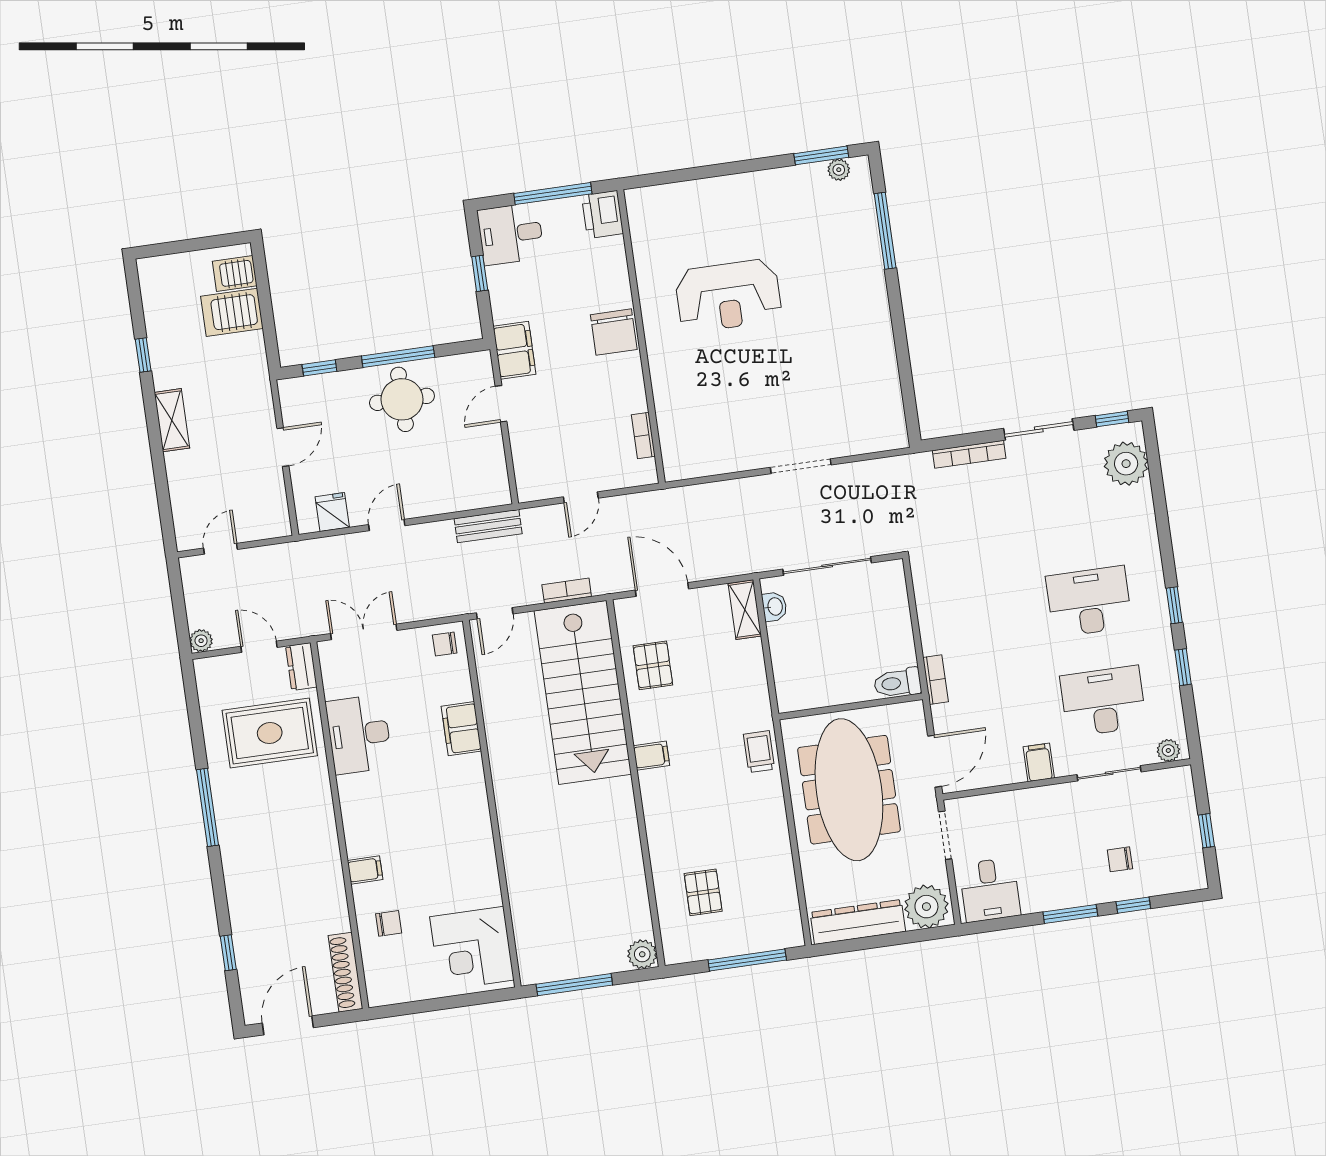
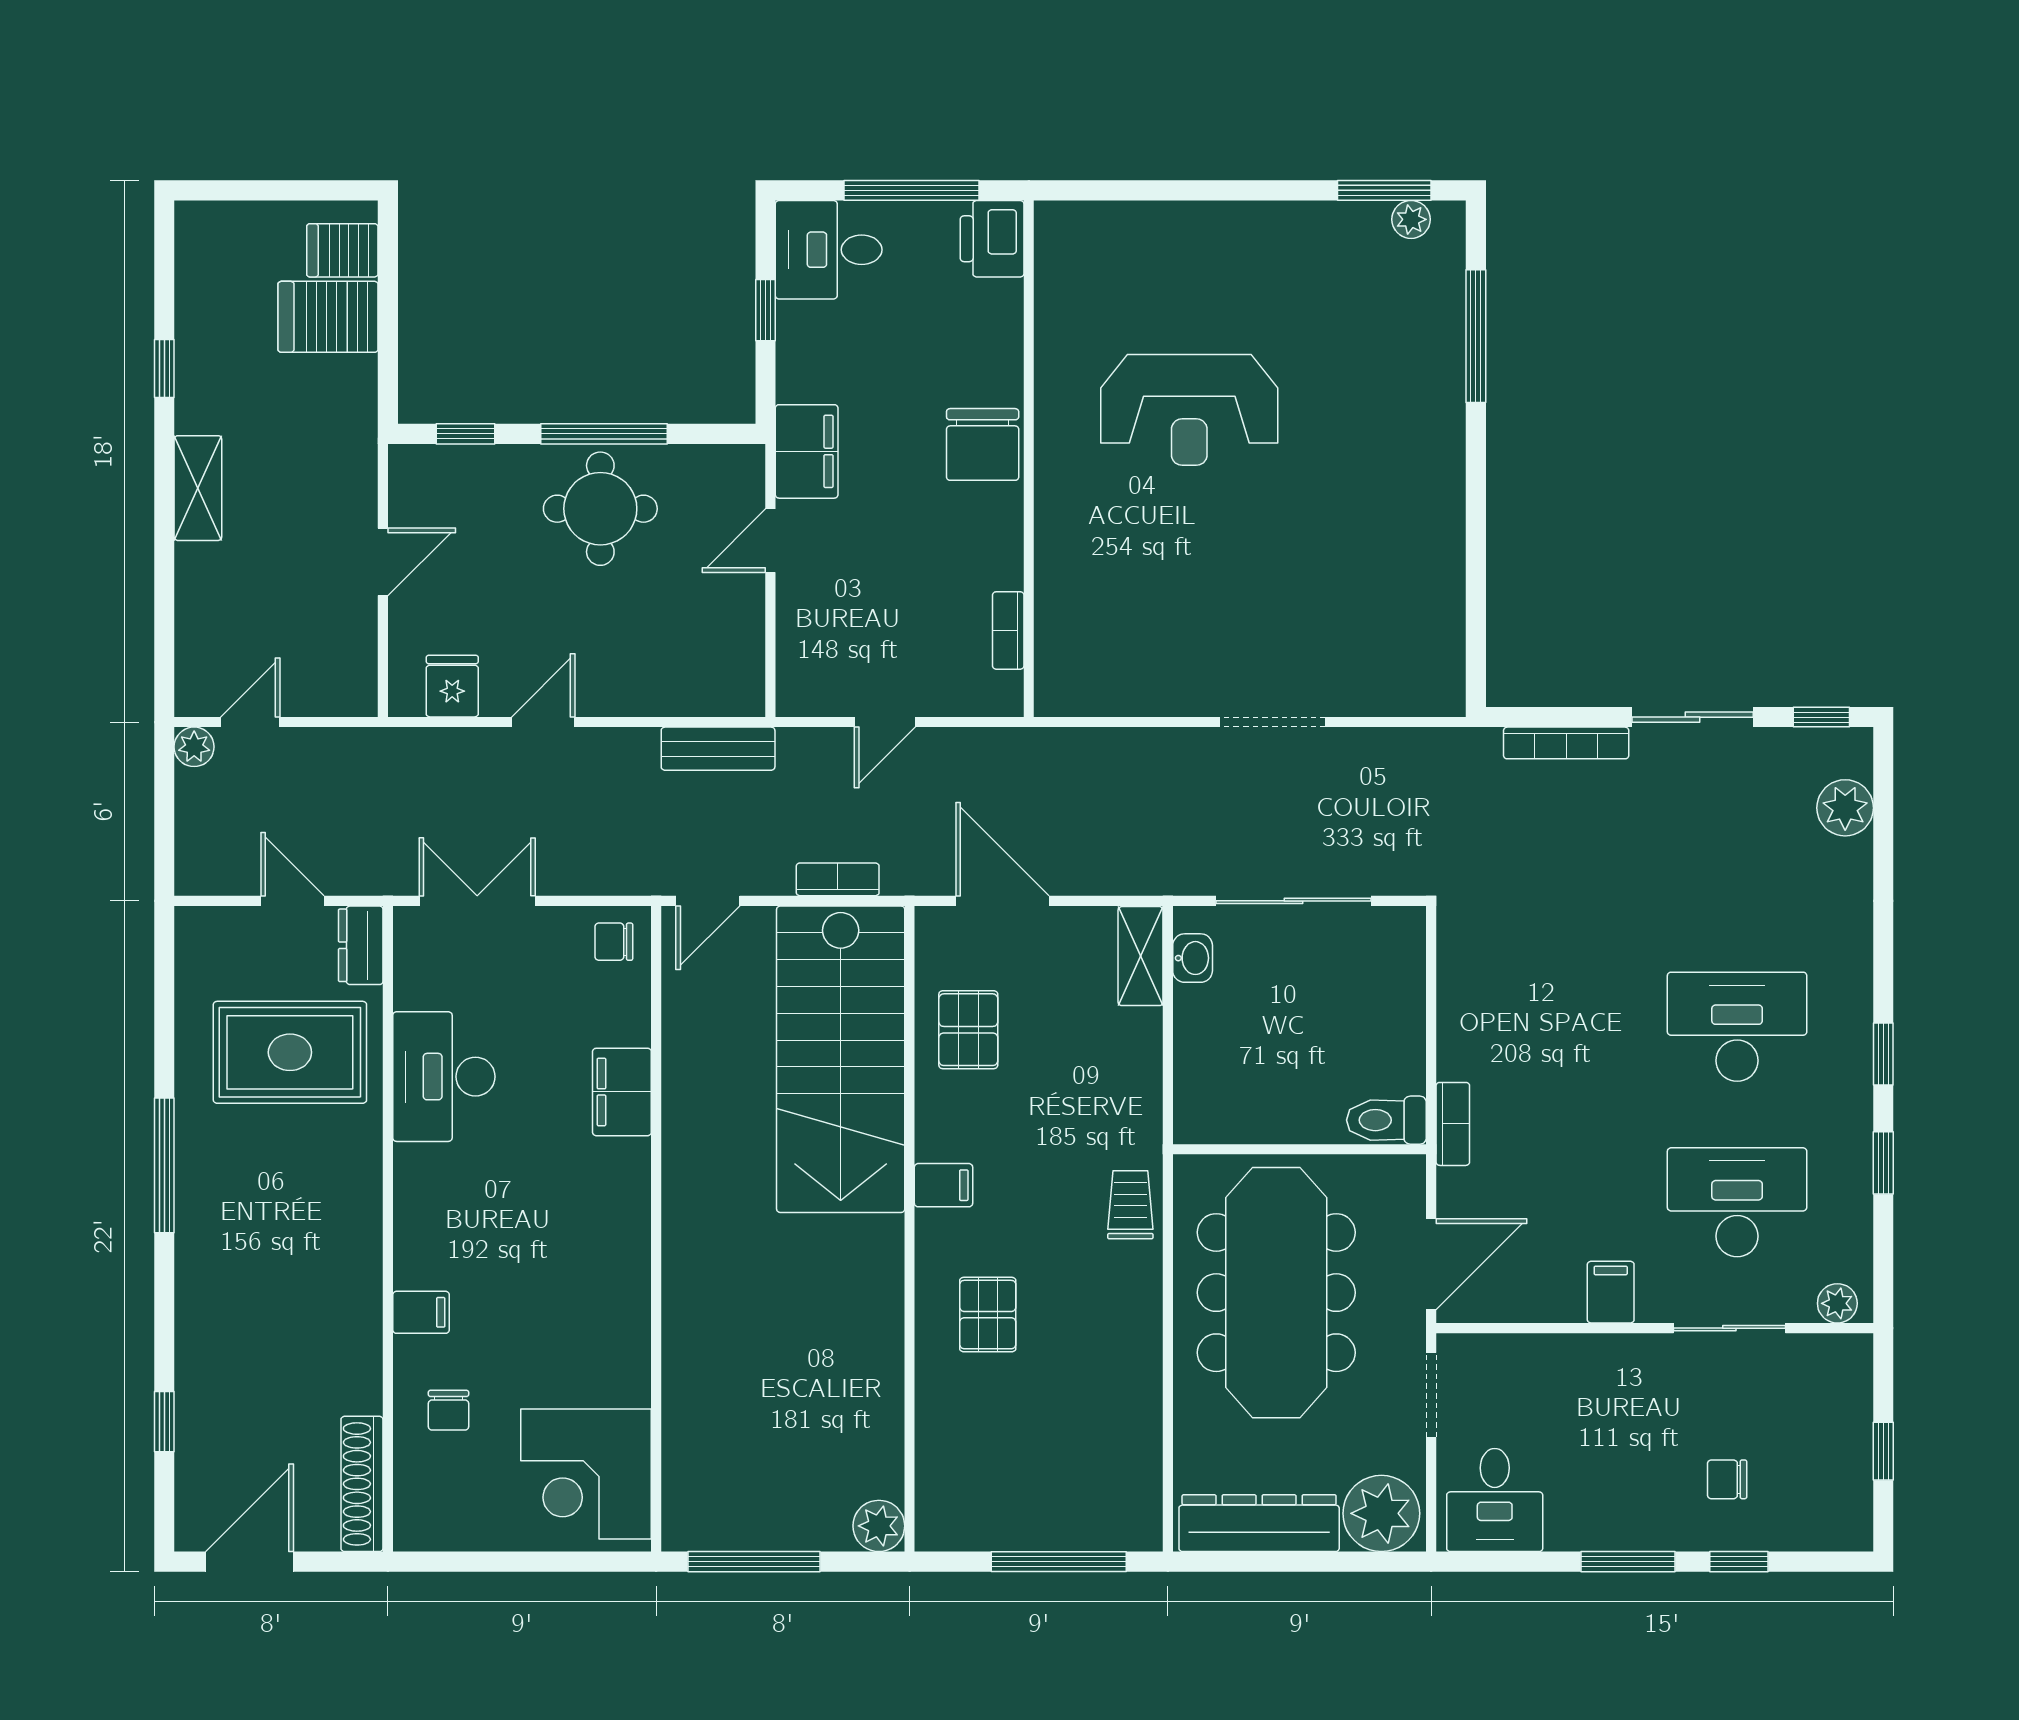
plant: (1126, 464) -> (1845, 808), width x0.73, depth x0.73
plant: (201, 641) -> (194, 747), moved
pallet: (703, 892) -> (988, 1315), moved
chair: (389, 923) -> (448, 1410), turned 90

